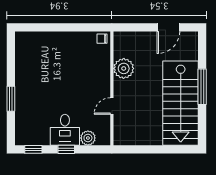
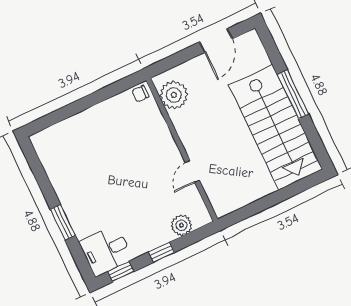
plant: (124, 68) -> (174, 95), moved
desk: (65, 130) -> (106, 251), moved, turned 90

